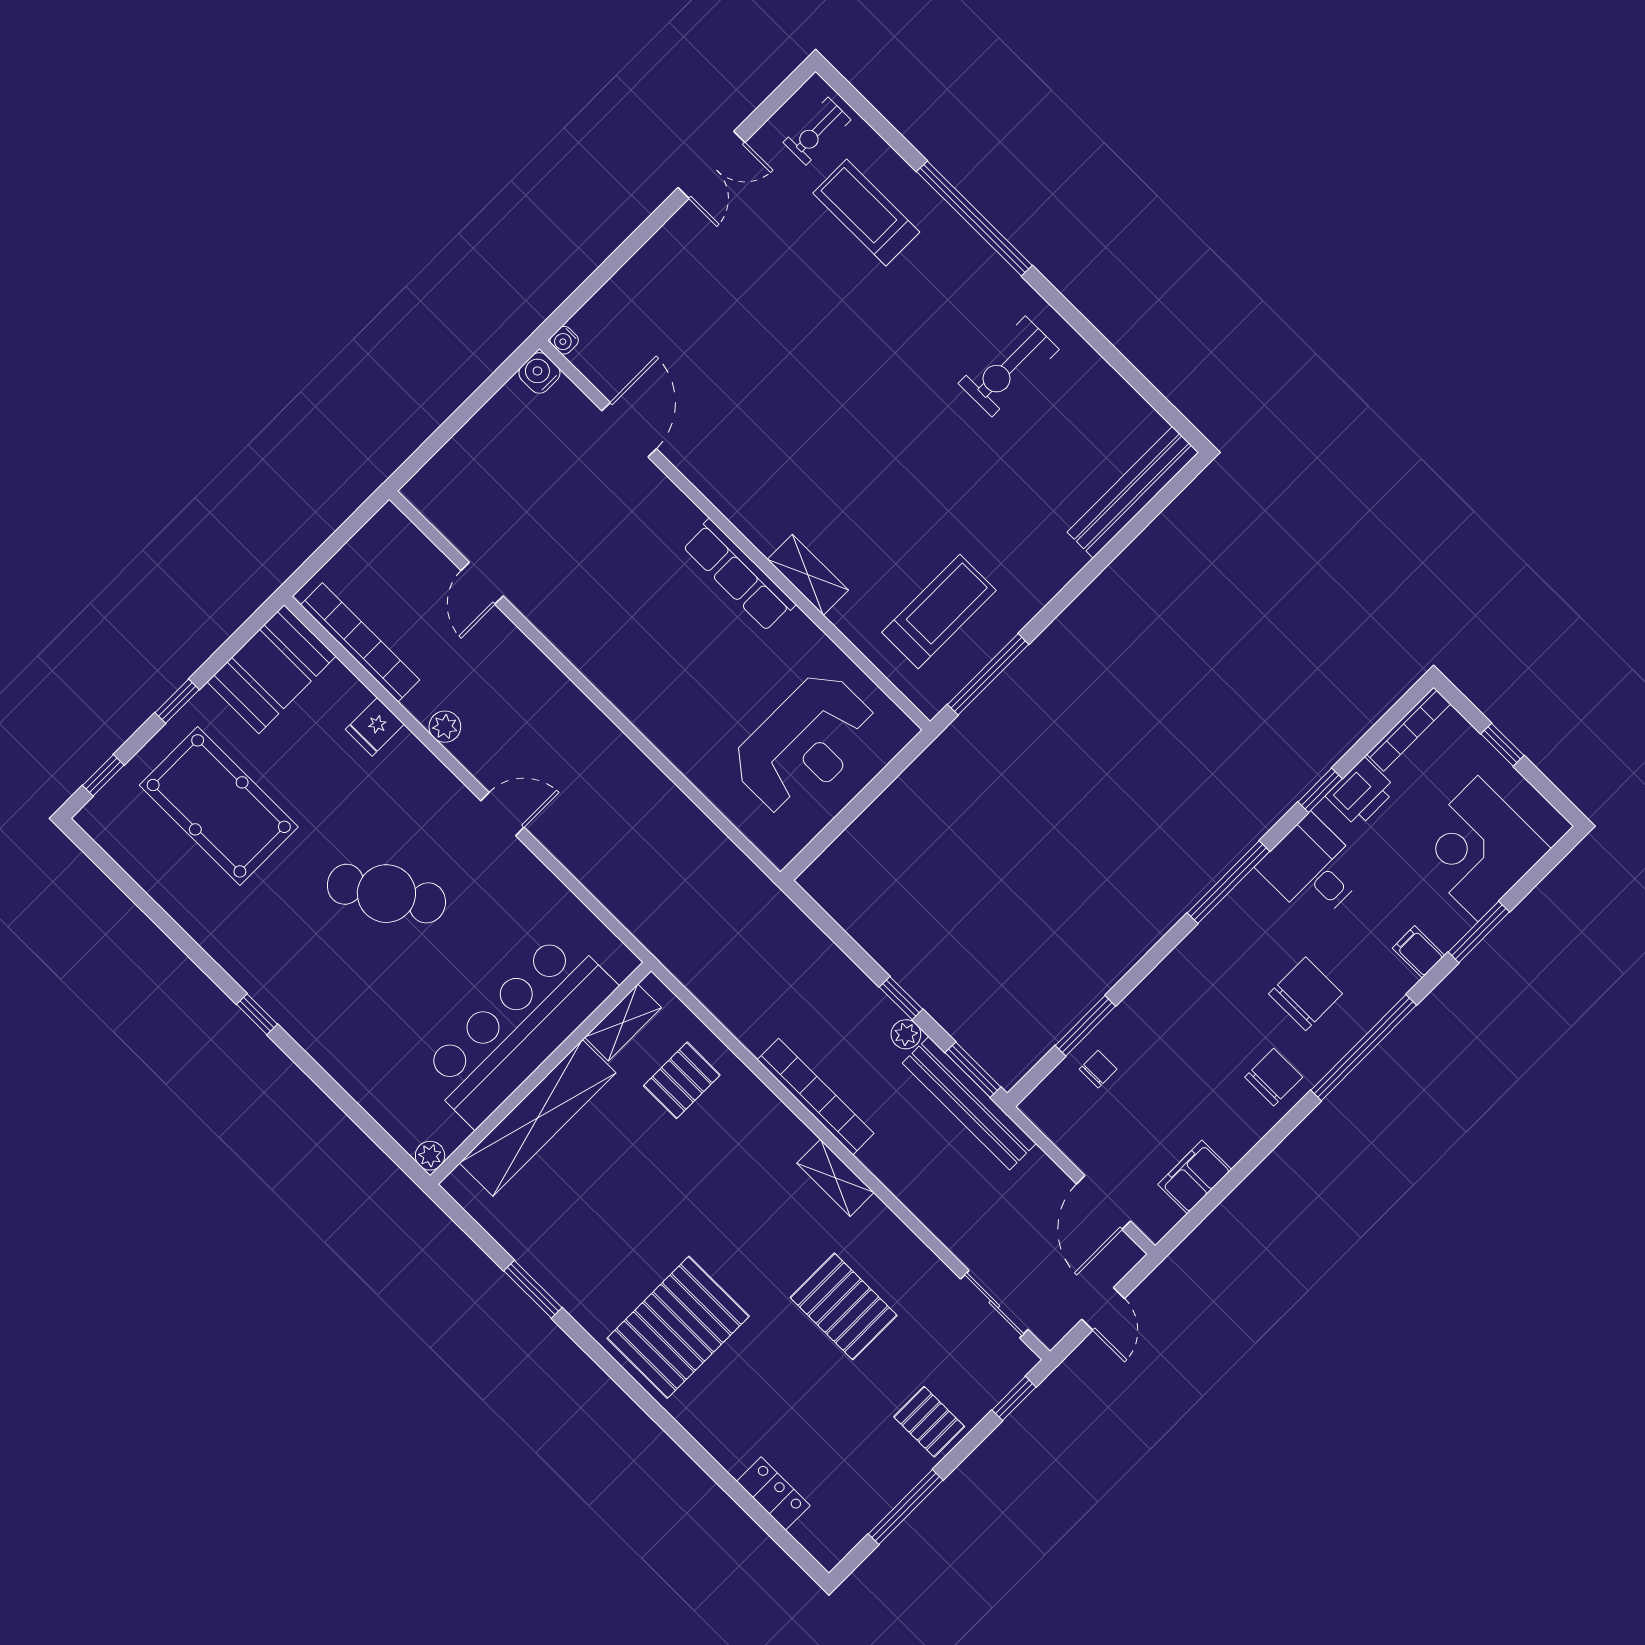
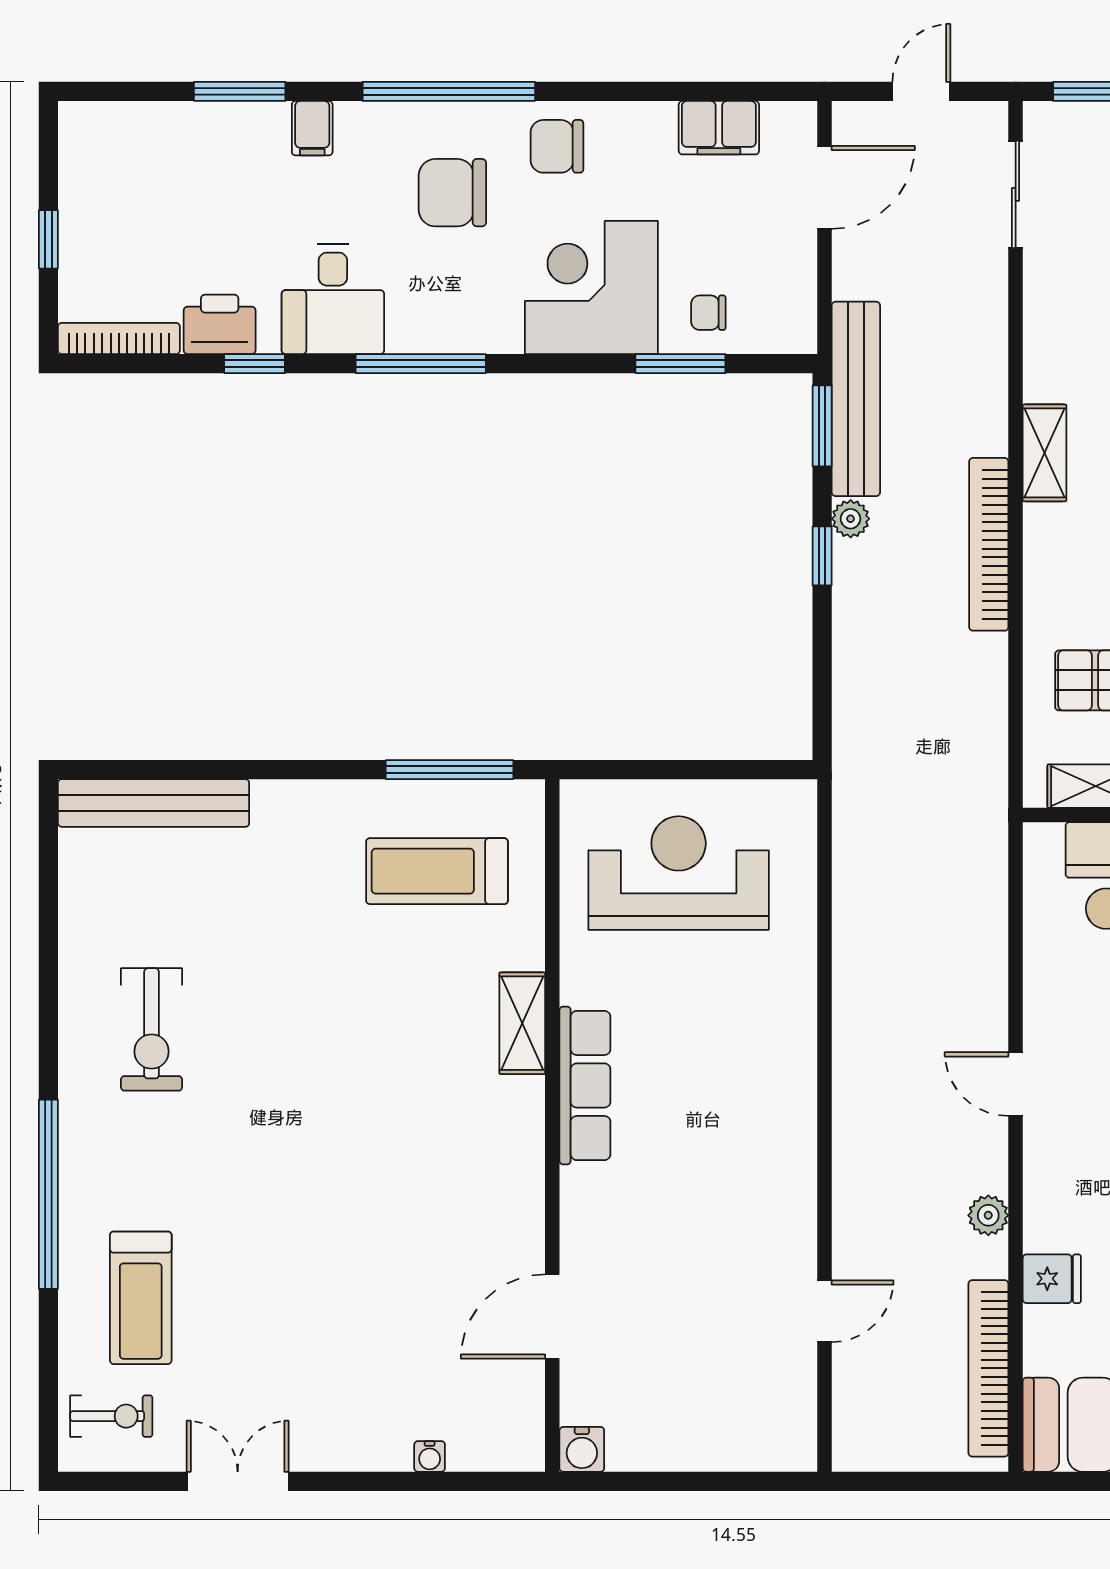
water cooler: (564, 340) -> (430, 1456), moved, turned 90
exercise bike: (1009, 366) -> (152, 1029), turned 90
corner desk: (1478, 849) -> (591, 288), moved, turned 180

